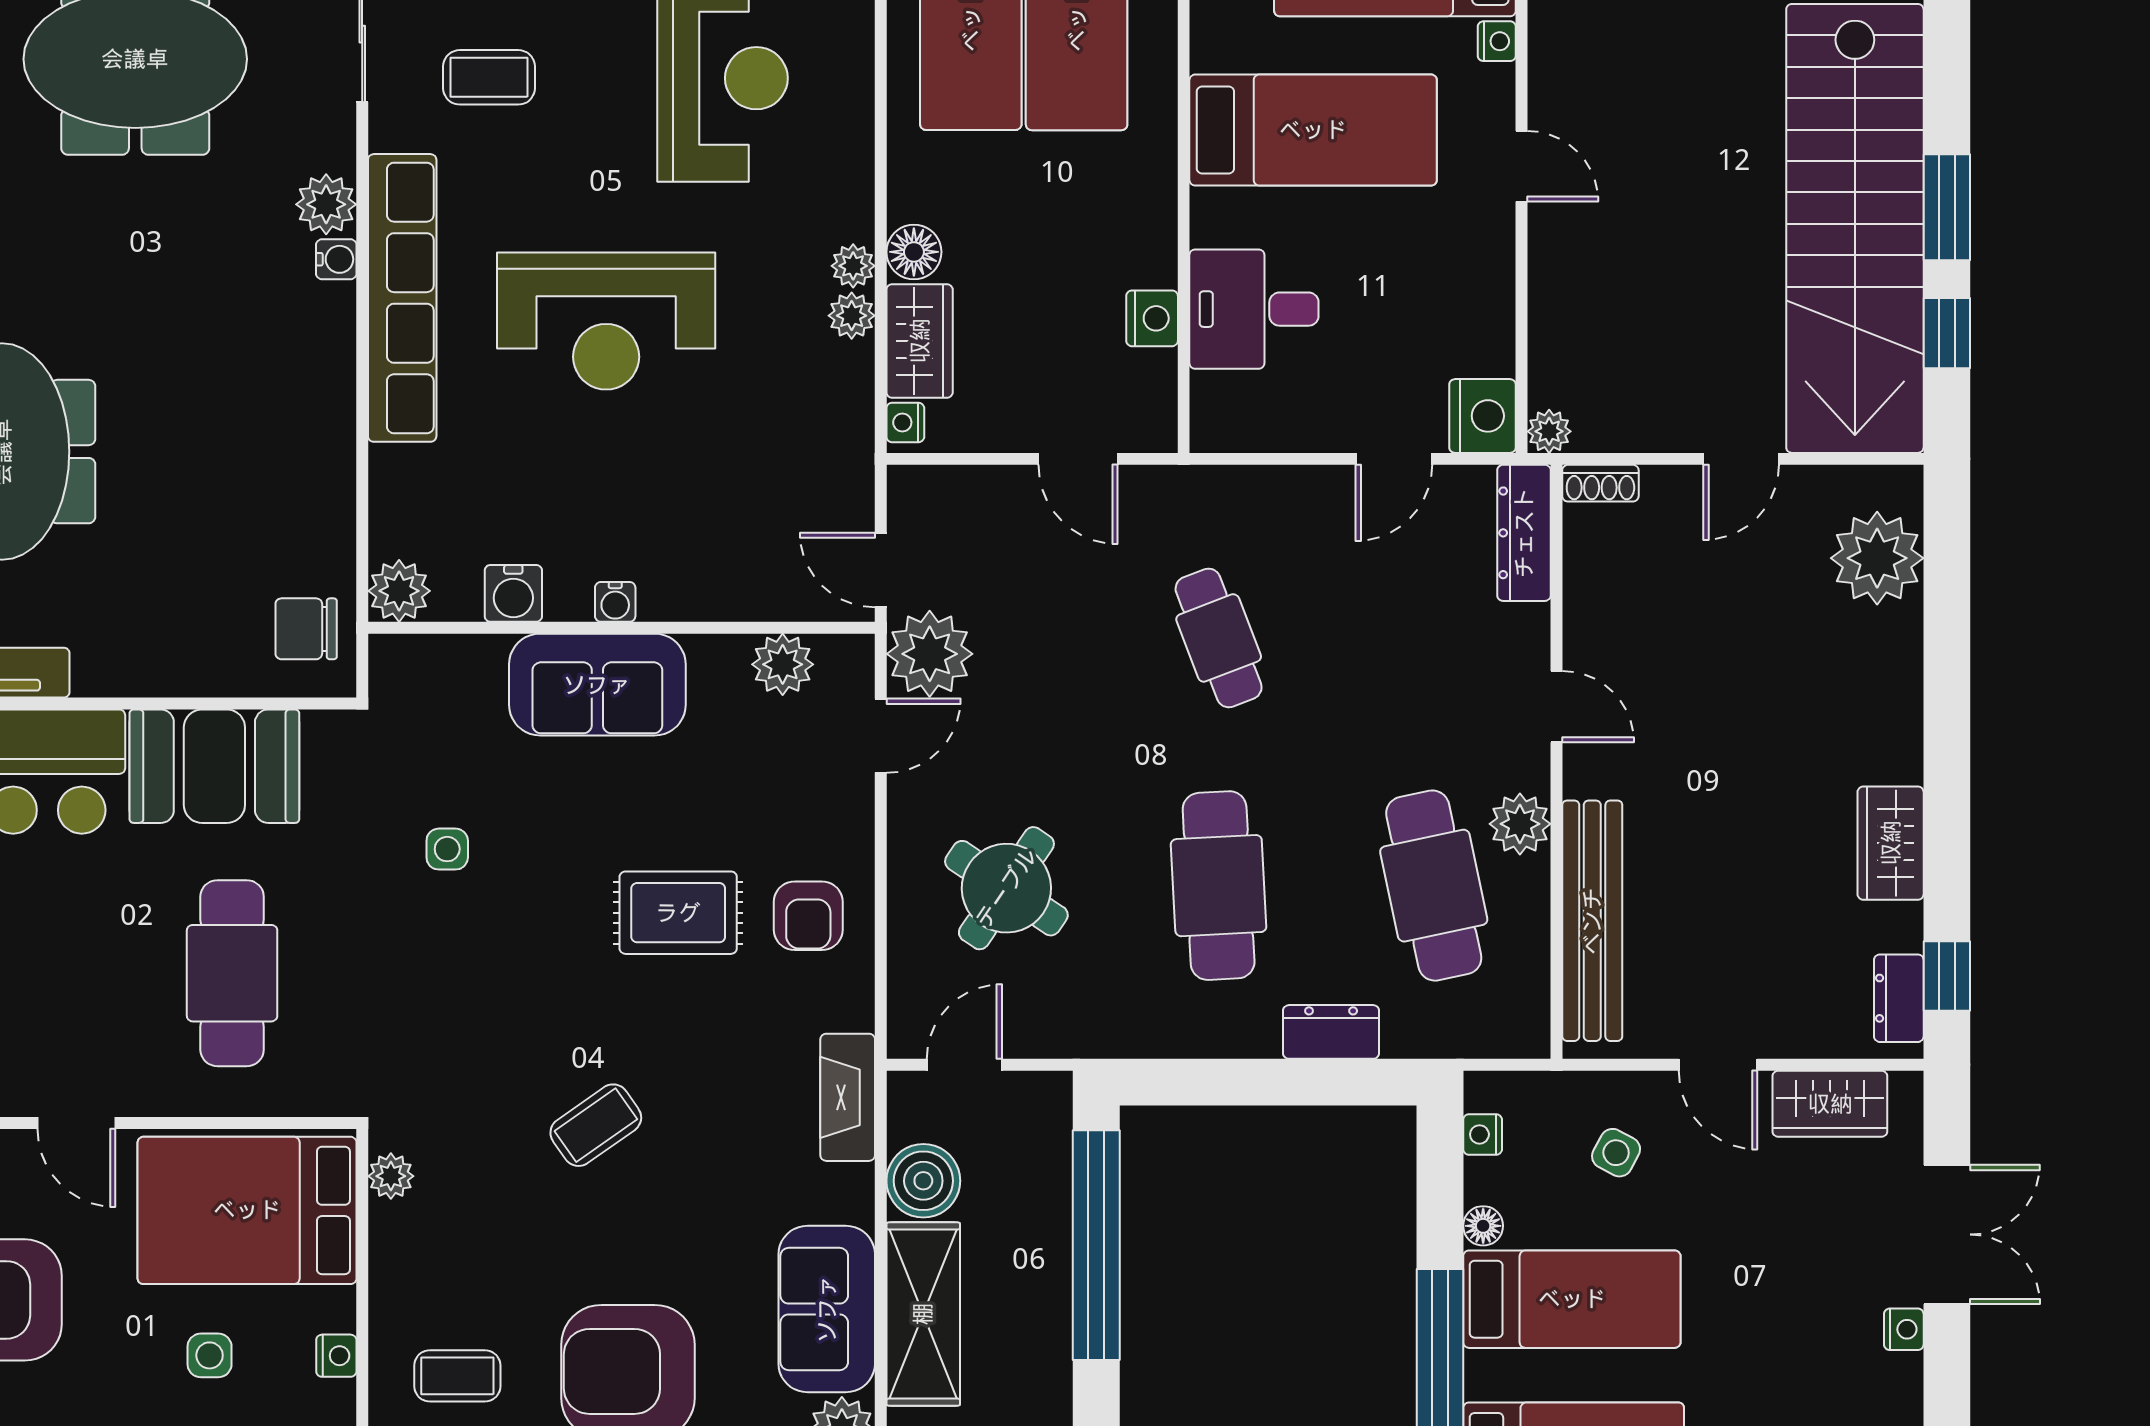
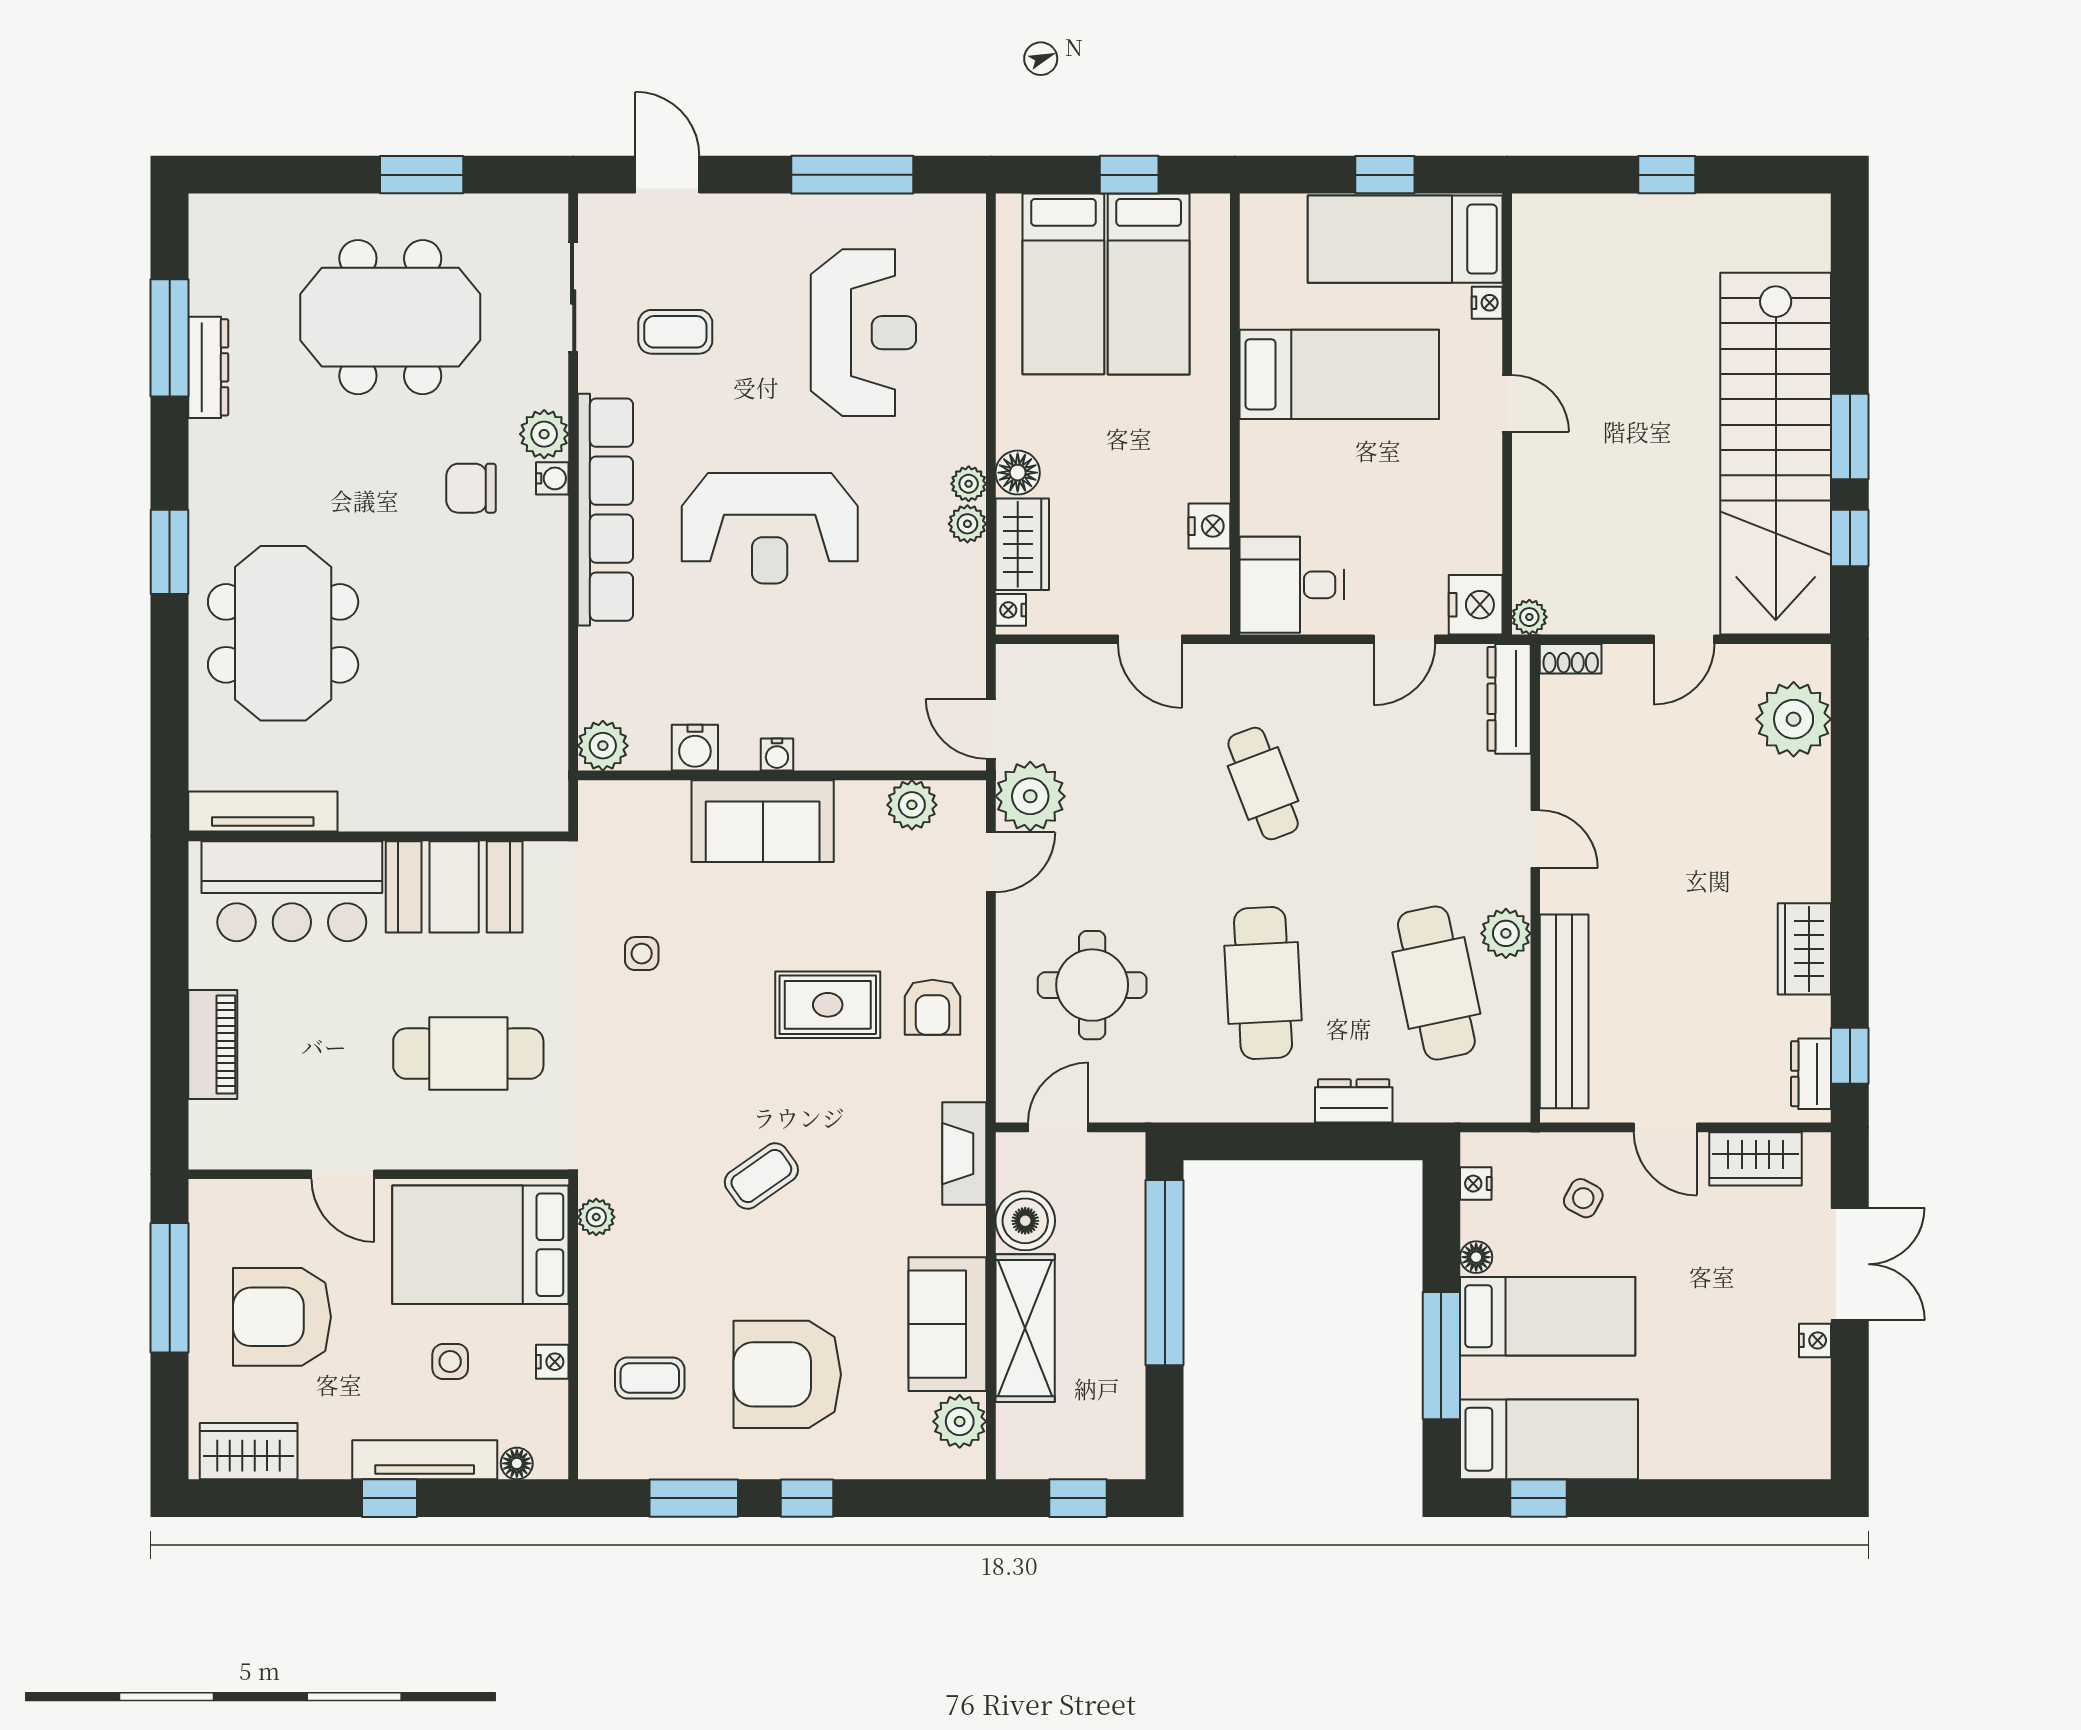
desk: (1254, 309) -> (1292, 585), moved
chair: (306, 629) -> (471, 488), moved
round table: (1006, 888) -> (1092, 985), turned -34
cafe table: (232, 973) -> (468, 1054), turned 90

